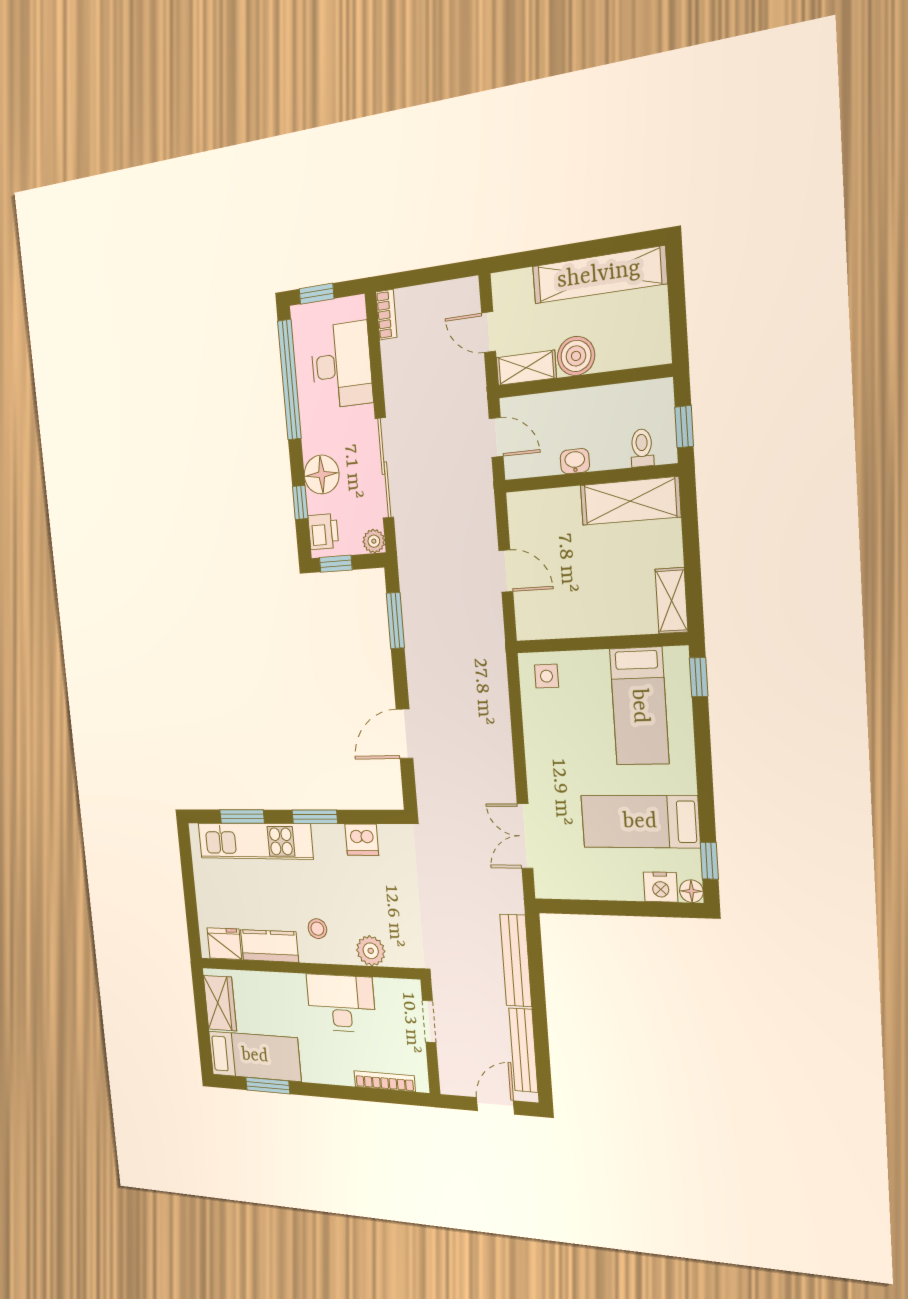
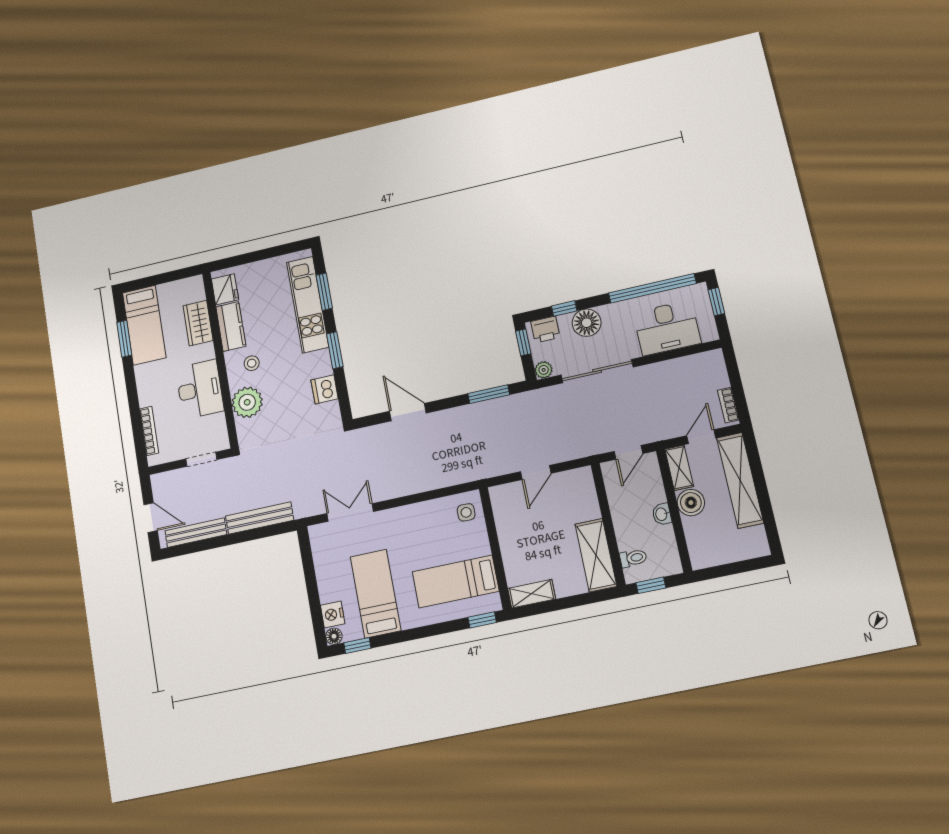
shelving: (599, 275) -> (740, 480), moved
bookcase: (386, 315) -> (728, 405), moved, turned 90
washbasin: (575, 461) -> (662, 514), moved, turned 180
plant: (371, 951) -> (247, 402), width x1.36, depth x1.36
wardrobe: (220, 1003) -> (198, 323), moved, turned 90

